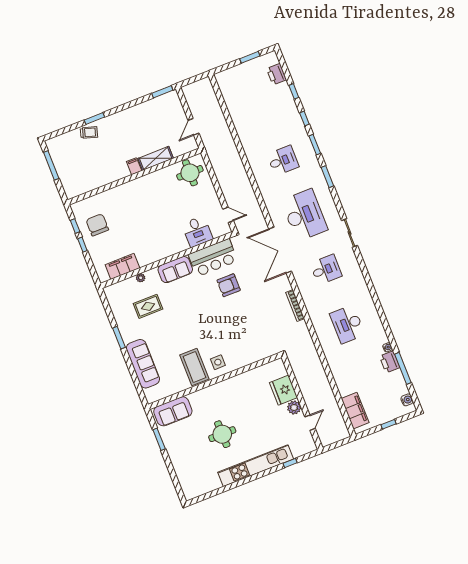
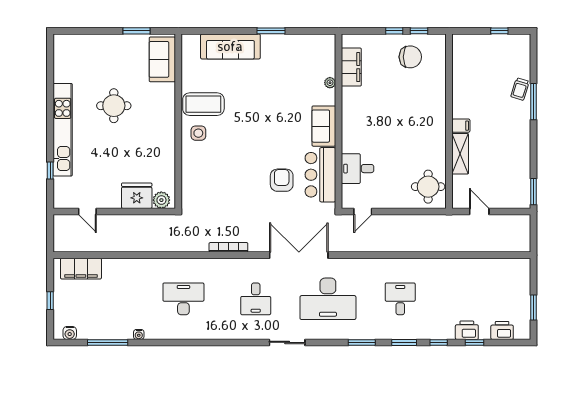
window: (94, 119) -> (534, 102), width x1.44
desk: (283, 161) -> (400, 299), turned 180
window: (51, 165) -> (499, 31), width x0.46
rug: (148, 306) -> (294, 78), removed
printer: (390, 362) -> (467, 330), moved
plant: (294, 408) -> (161, 200), moved

